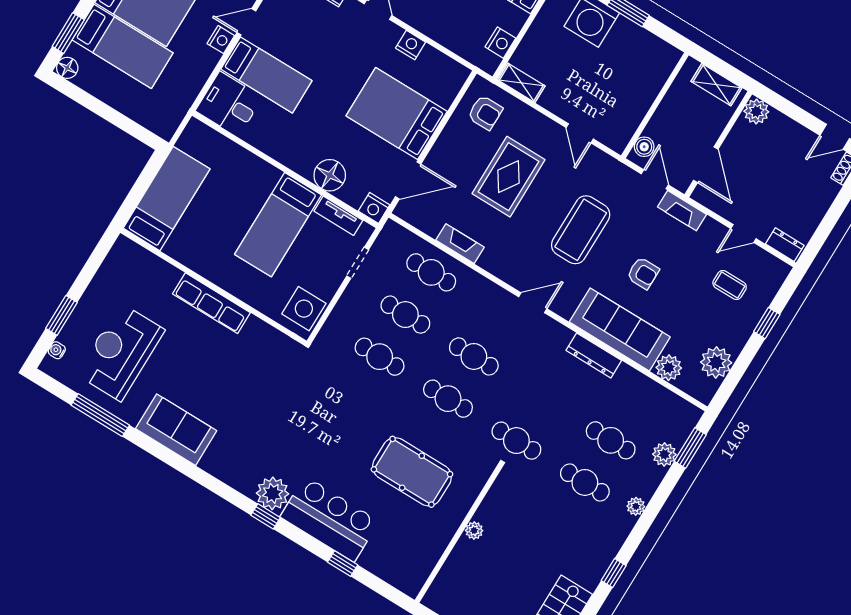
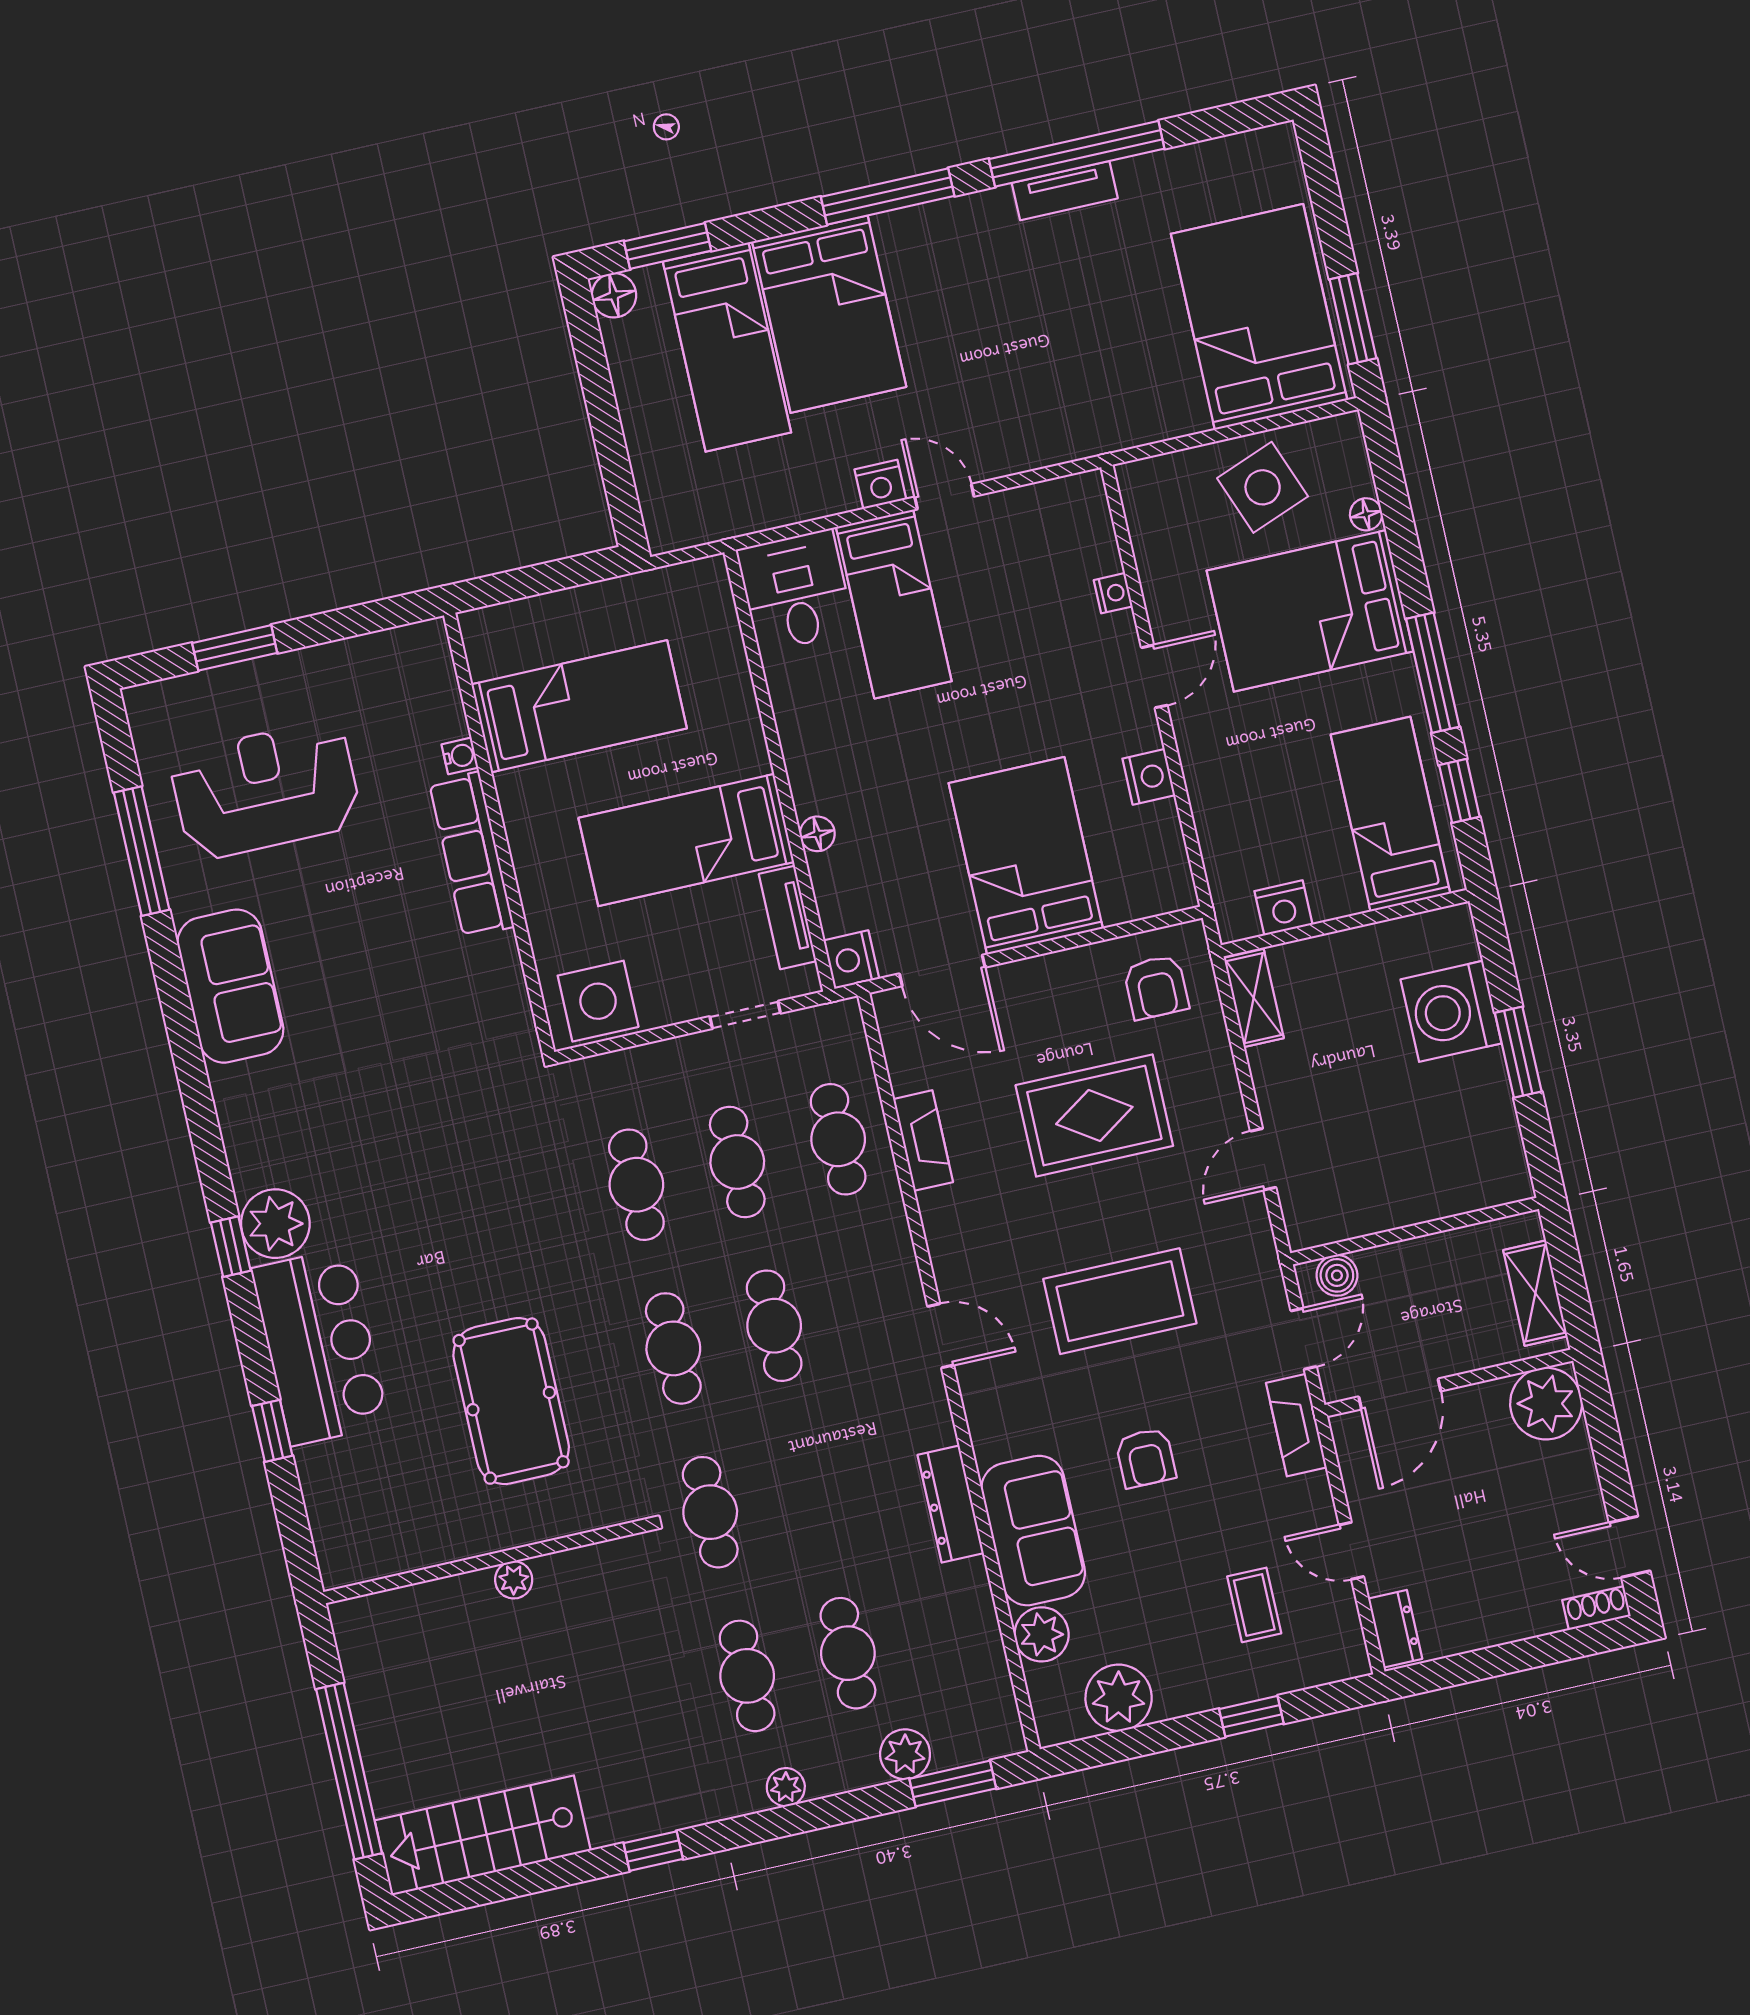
plant: (756, 112) -> (1546, 1404), width x1.36, depth x1.36
floor lamp: (330, 175) -> (817, 834), width x0.53, depth x0.53
bed: (167, 199) -> (579, 706), moved
sofa: (620, 329) -> (1033, 1531), width x0.73
water cooler: (57, 350) -> (460, 756), moved, turned 90

